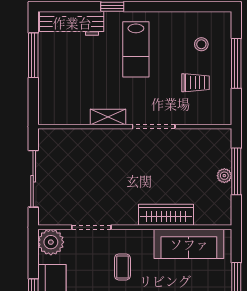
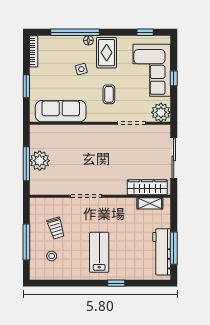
workbench: (72, 23) -> (162, 252), moved, turned -90
trolley: (196, 83) -> (56, 228), turned -107
shelving: (108, 117) -> (150, 203), moved
plant: (224, 176) -> (40, 161), width x1.88, depth x1.88
wardrobe: (166, 215) -> (147, 187), moved, turned 180

